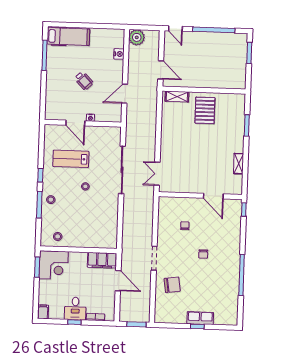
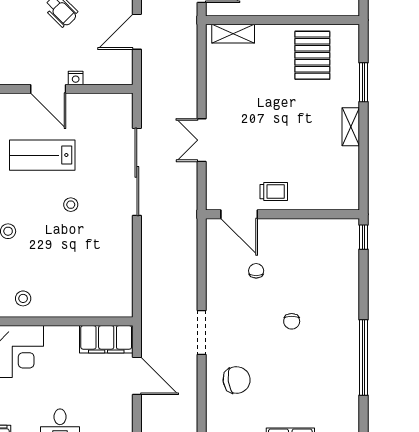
pallet: (205, 110) -> (312, 55), moved
shelving: (239, 164) -> (351, 127), moved
double door: (157, 174) -> (202, 140), moved
trolley: (196, 183) -> (274, 192), added
door: (213, 196) -> (239, 214), moved

